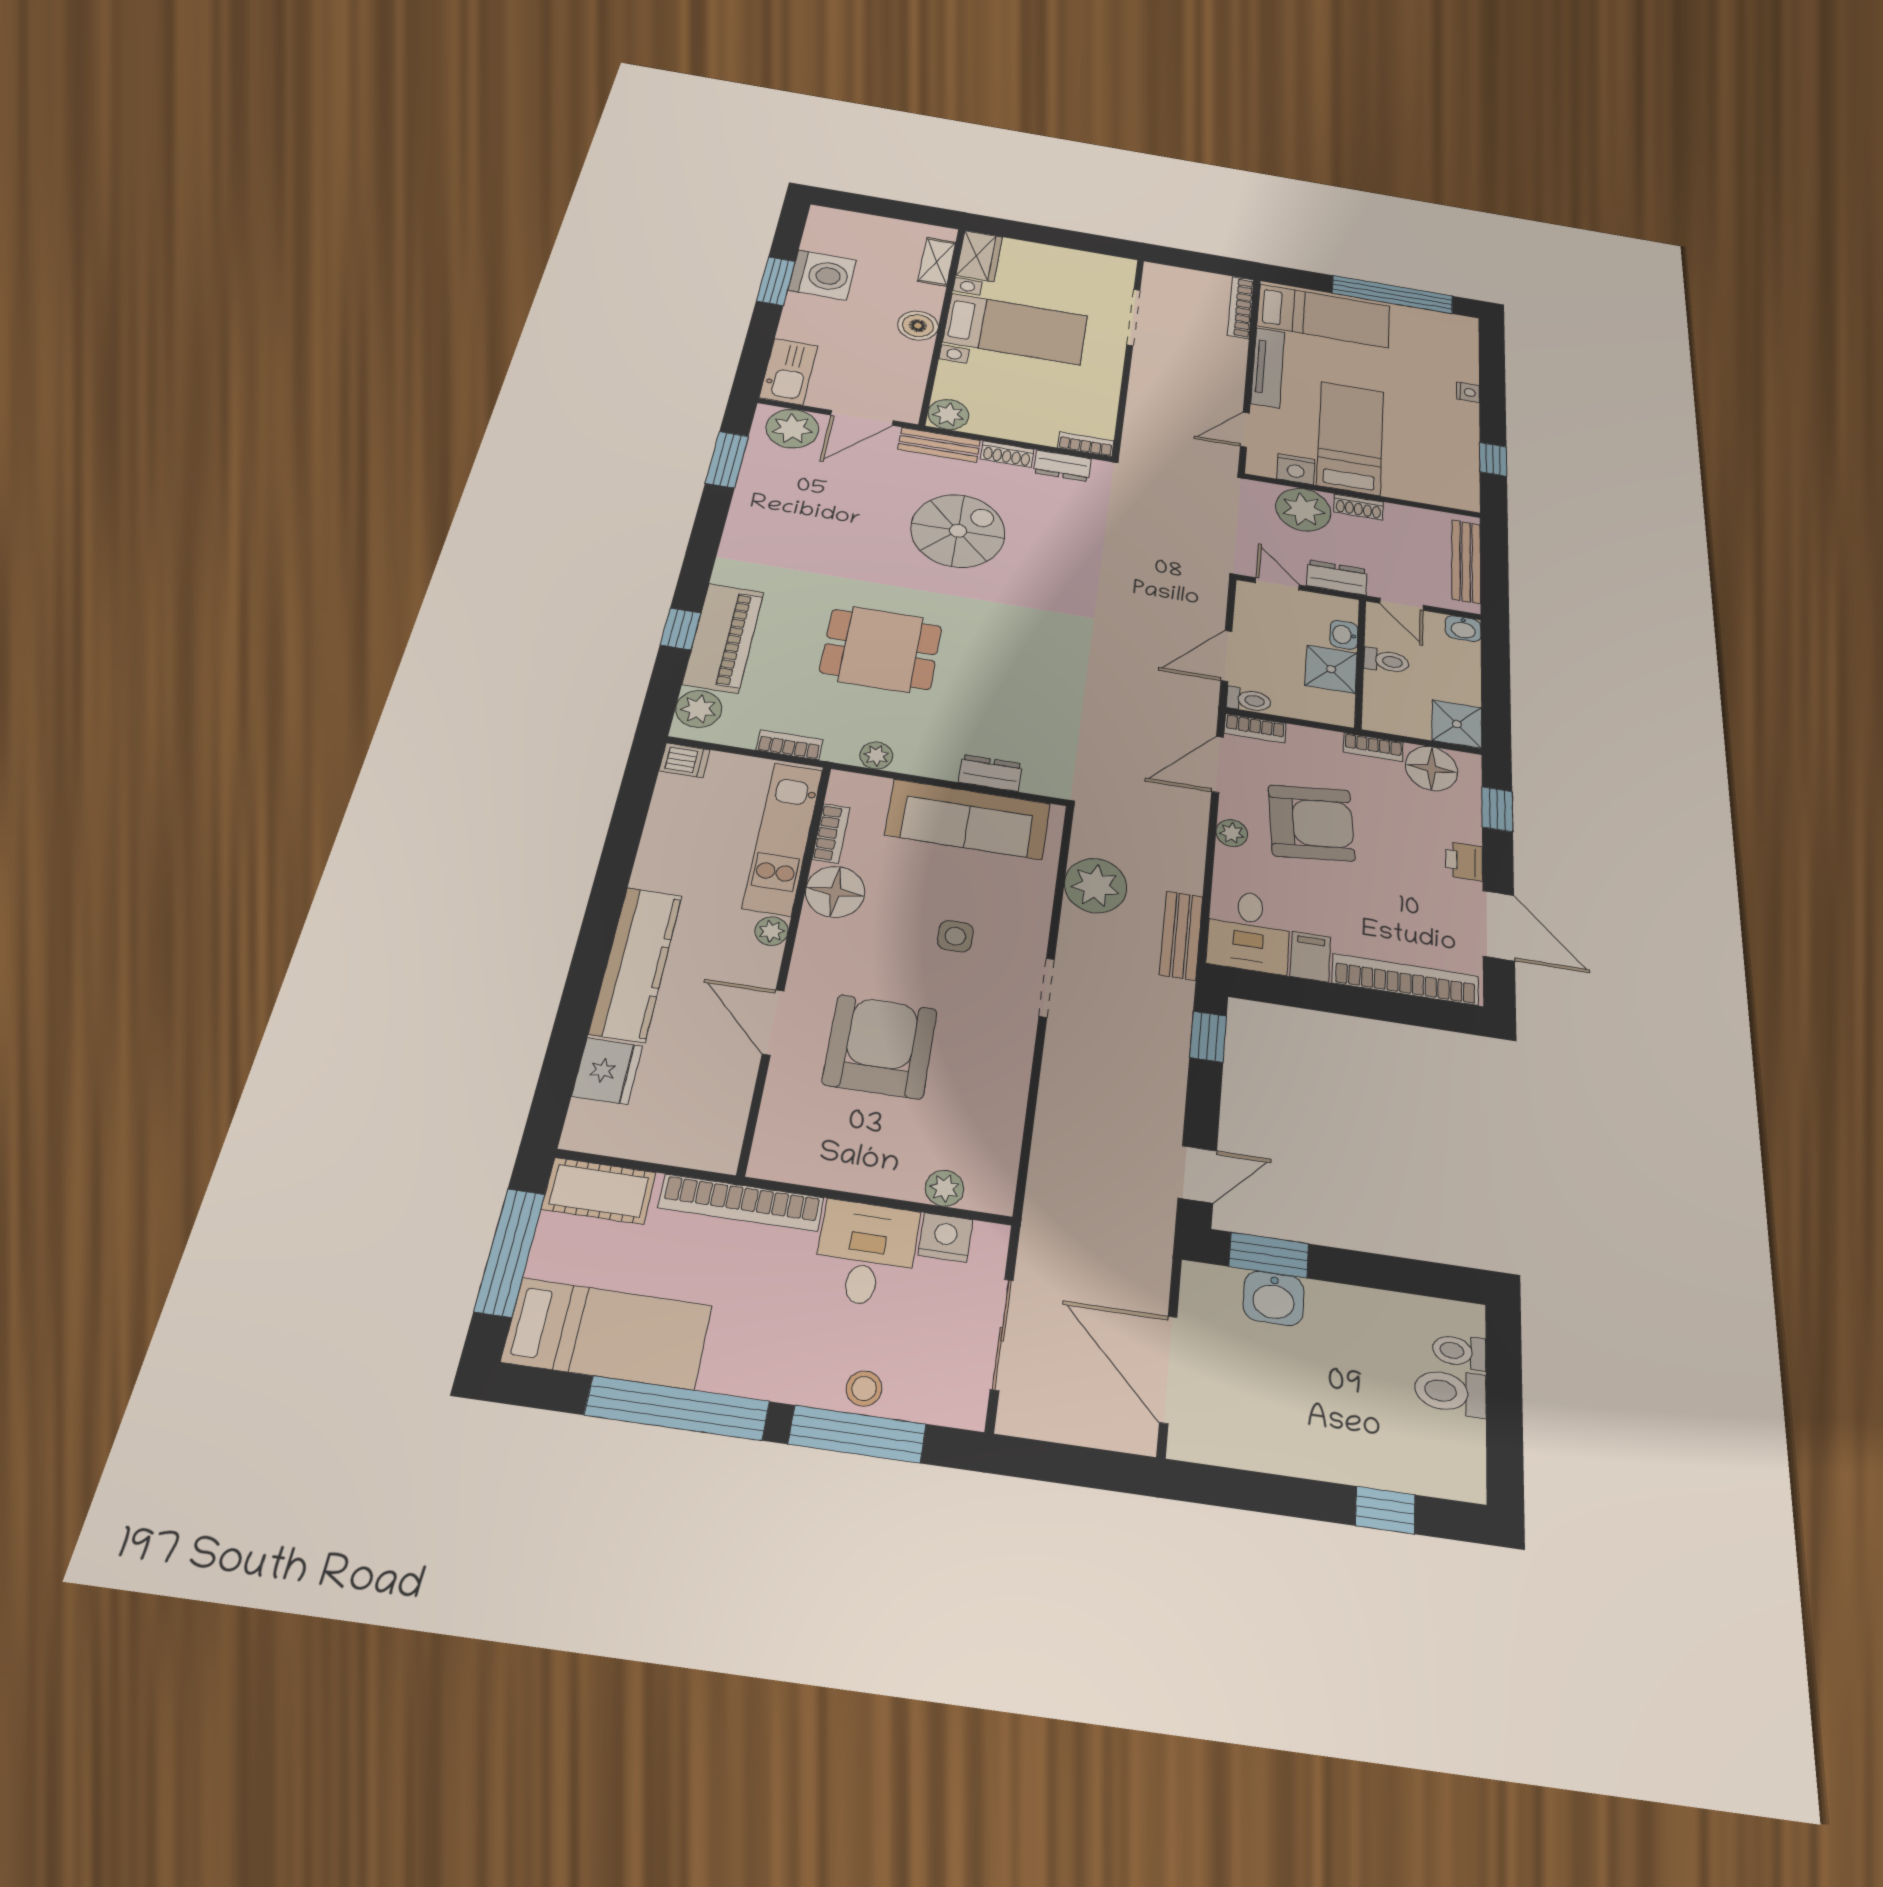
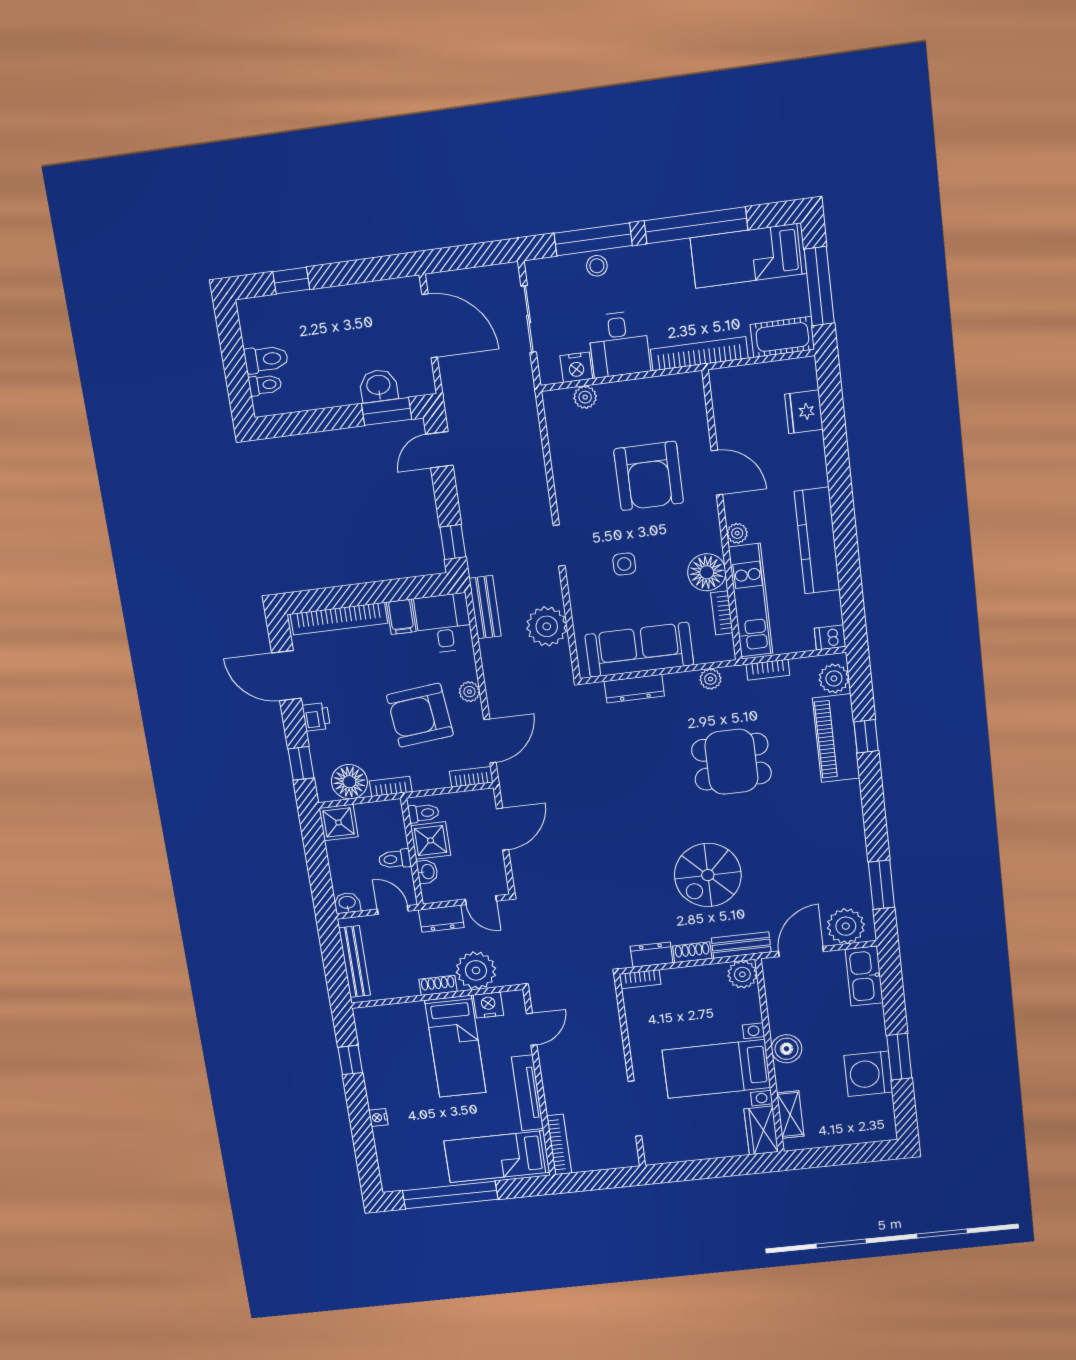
toilet: (1249, 700) -> (424, 813), moved, turned 180
dresser: (990, 773) -> (634, 689), width x1.44
kitchen counter: (636, 964) -> (817, 541), moved

